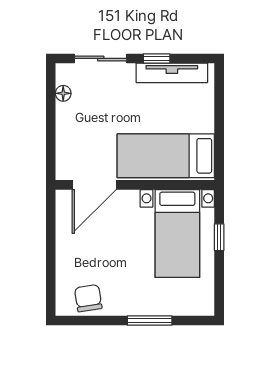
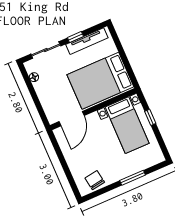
bed: (166, 156) -> (100, 81), width x1.50

